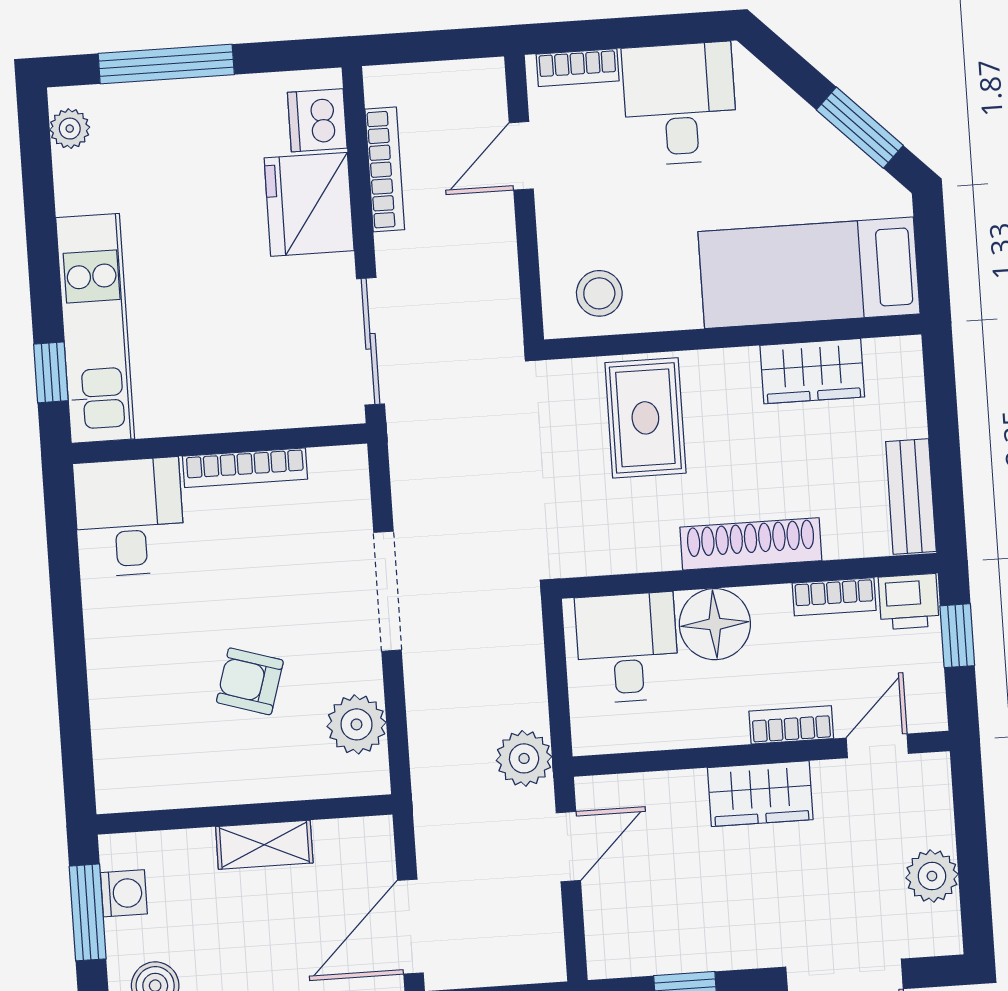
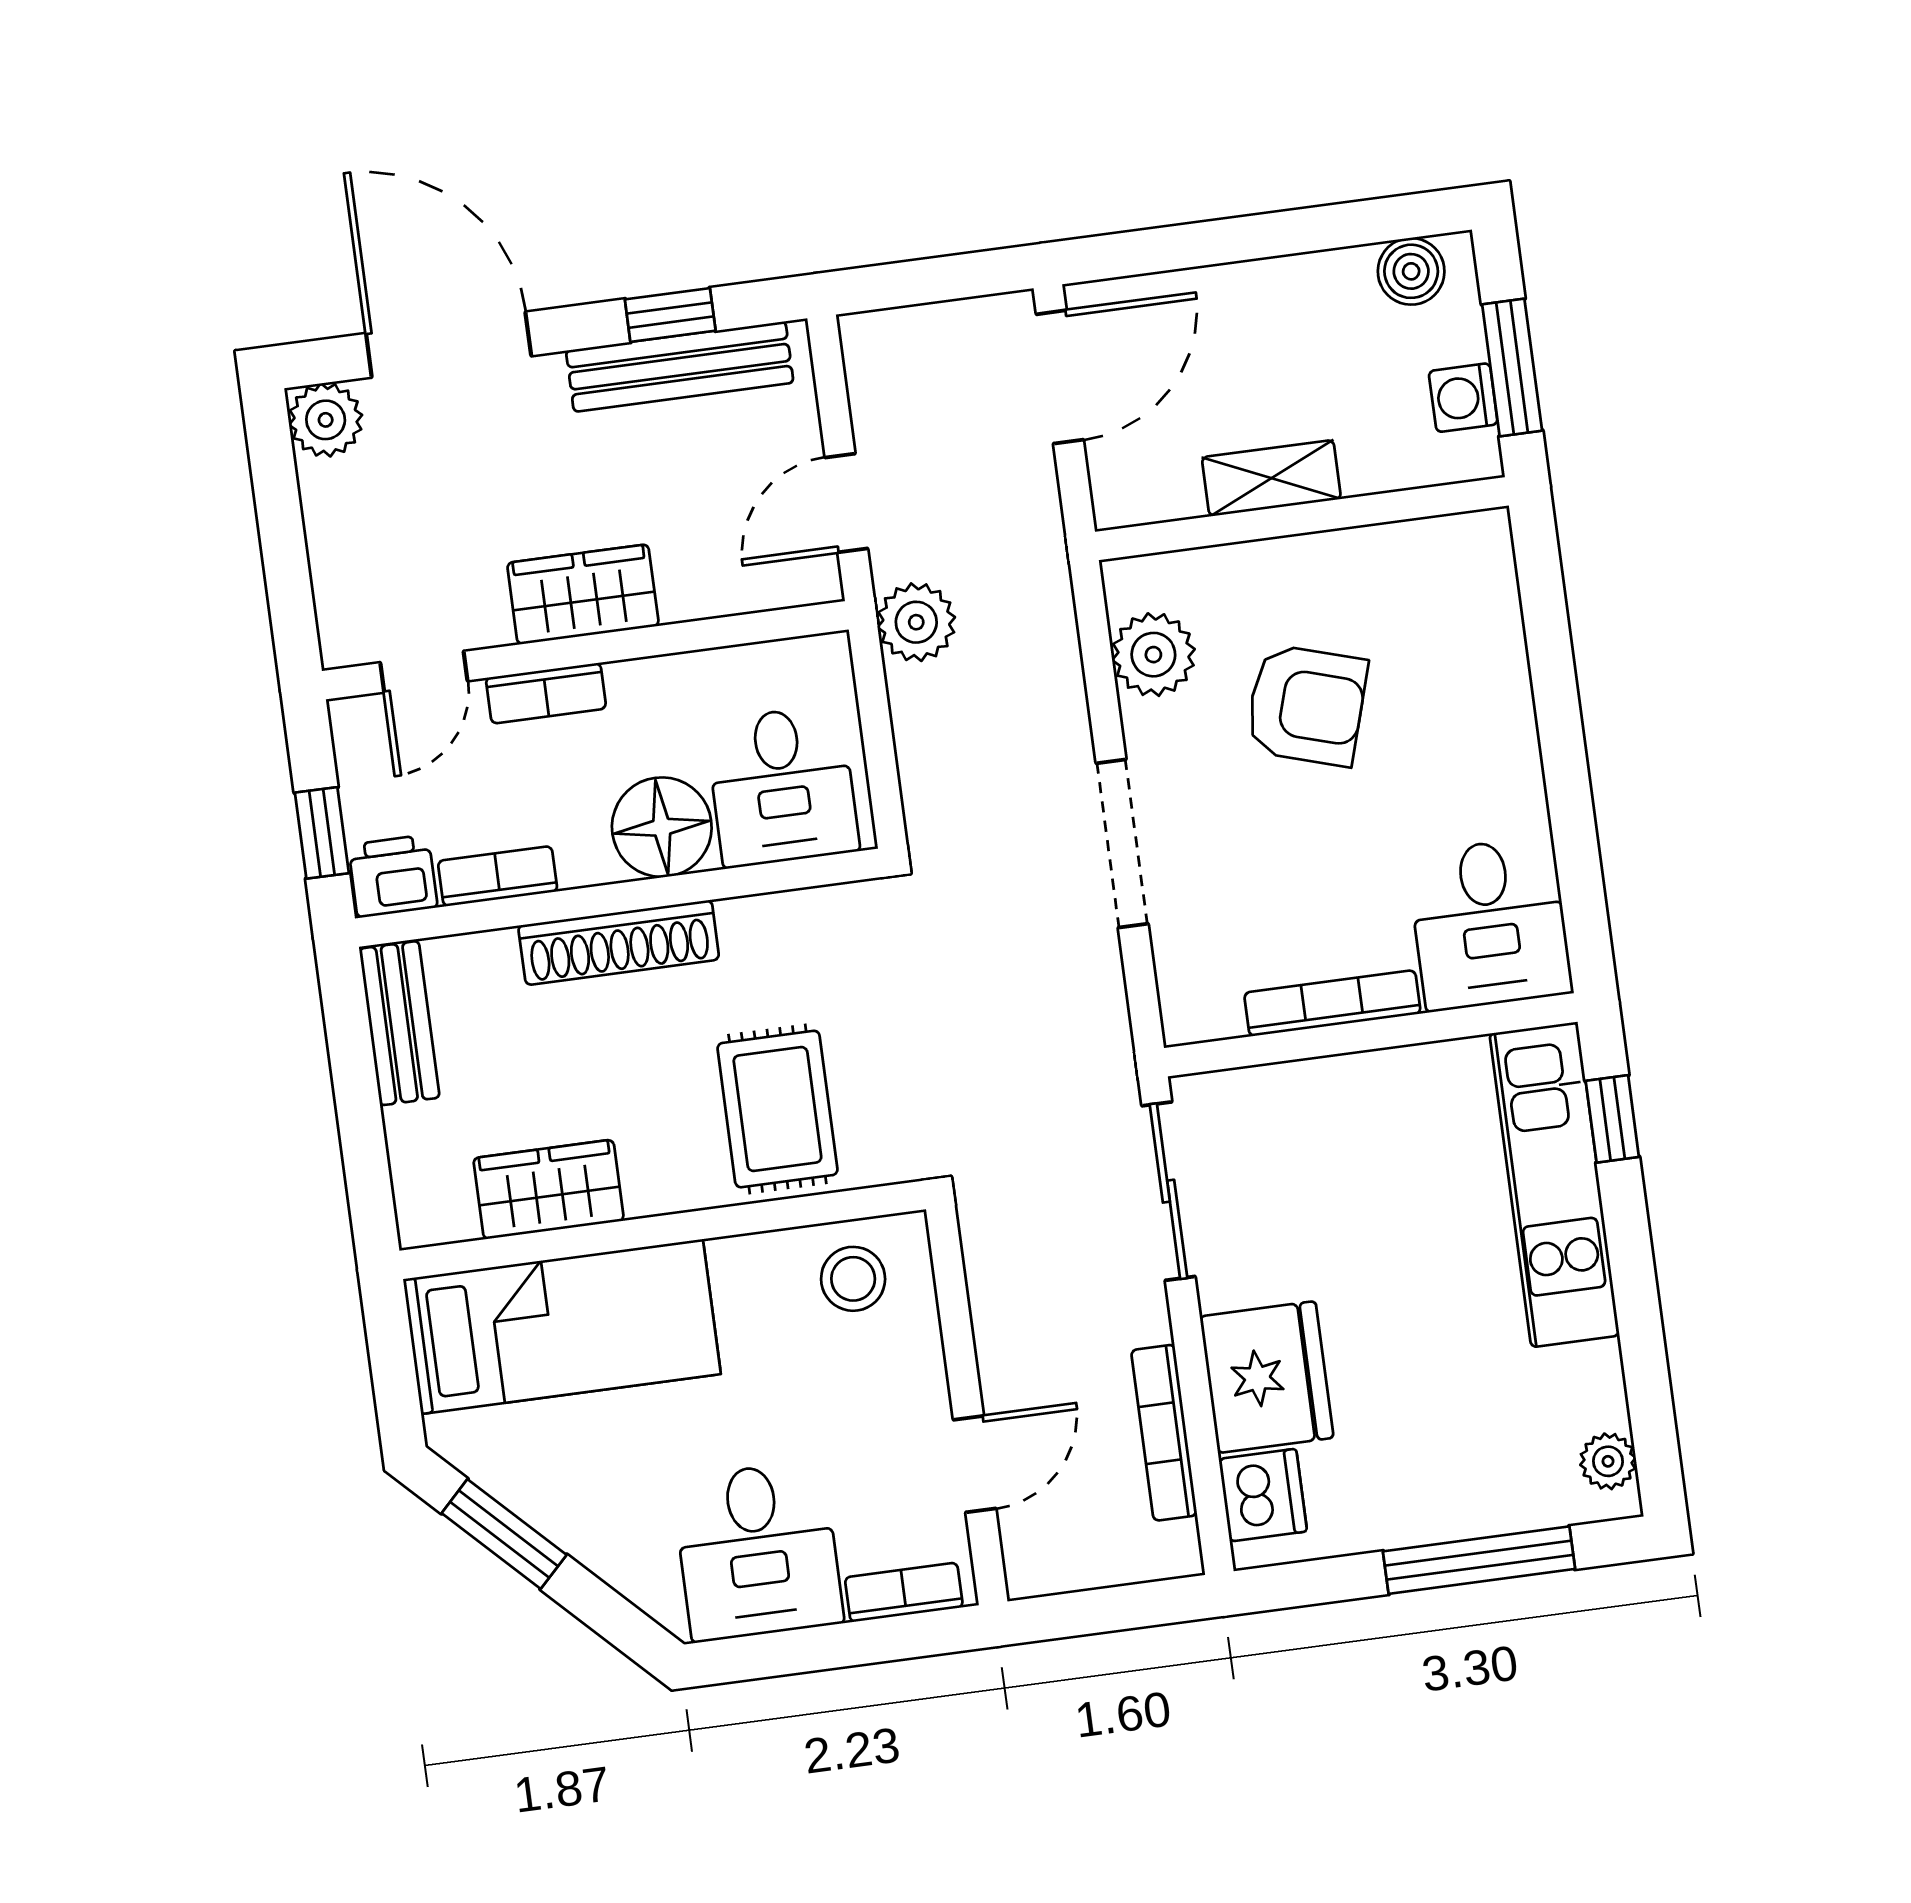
armchair: (250, 681) -> (1306, 705), width x1.38, depth x1.38
plant: (932, 876) -> (326, 420), moved
bench: (681, 951) -> (680, 367), added

